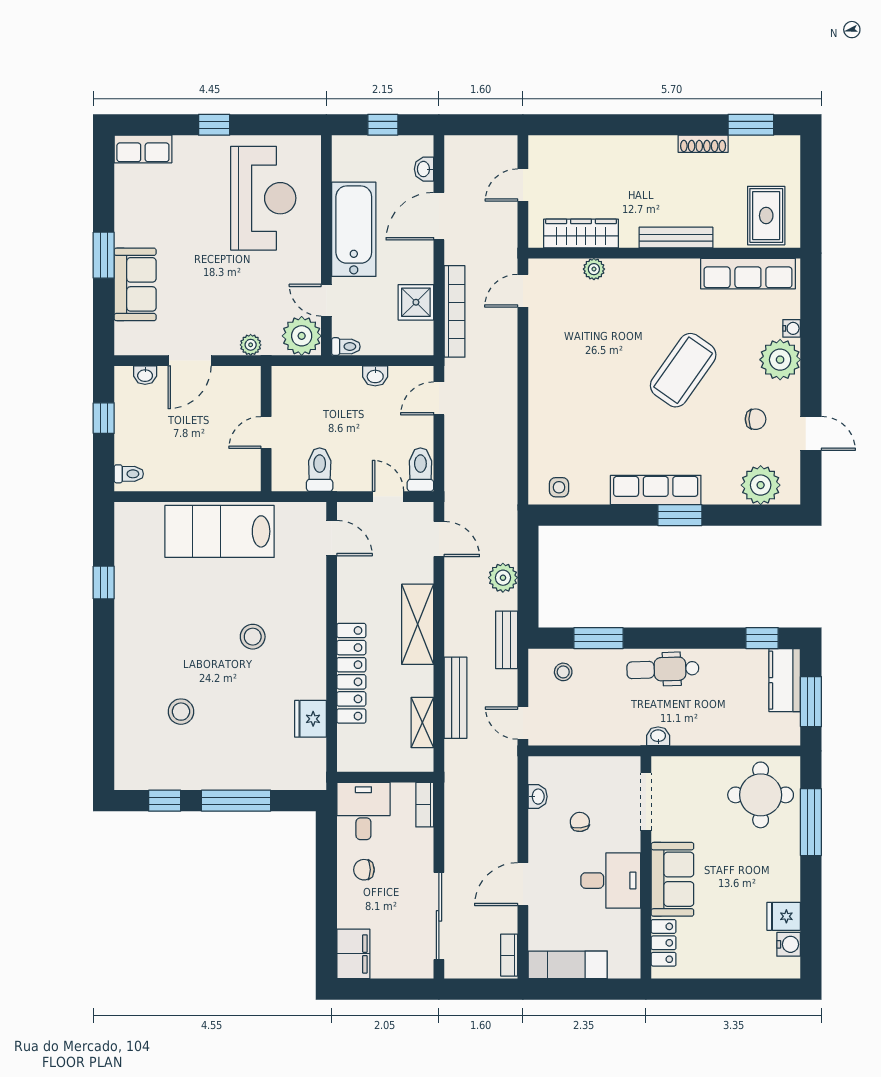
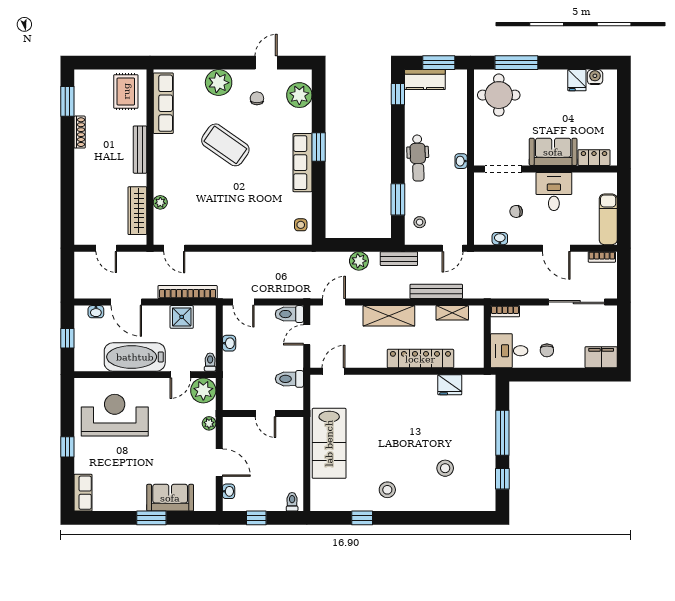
rug: (766, 216) -> (126, 91), turned 90
water cooler: (792, 328) -> (198, 75), removed
stool: (253, 637) -> (387, 490), moved

